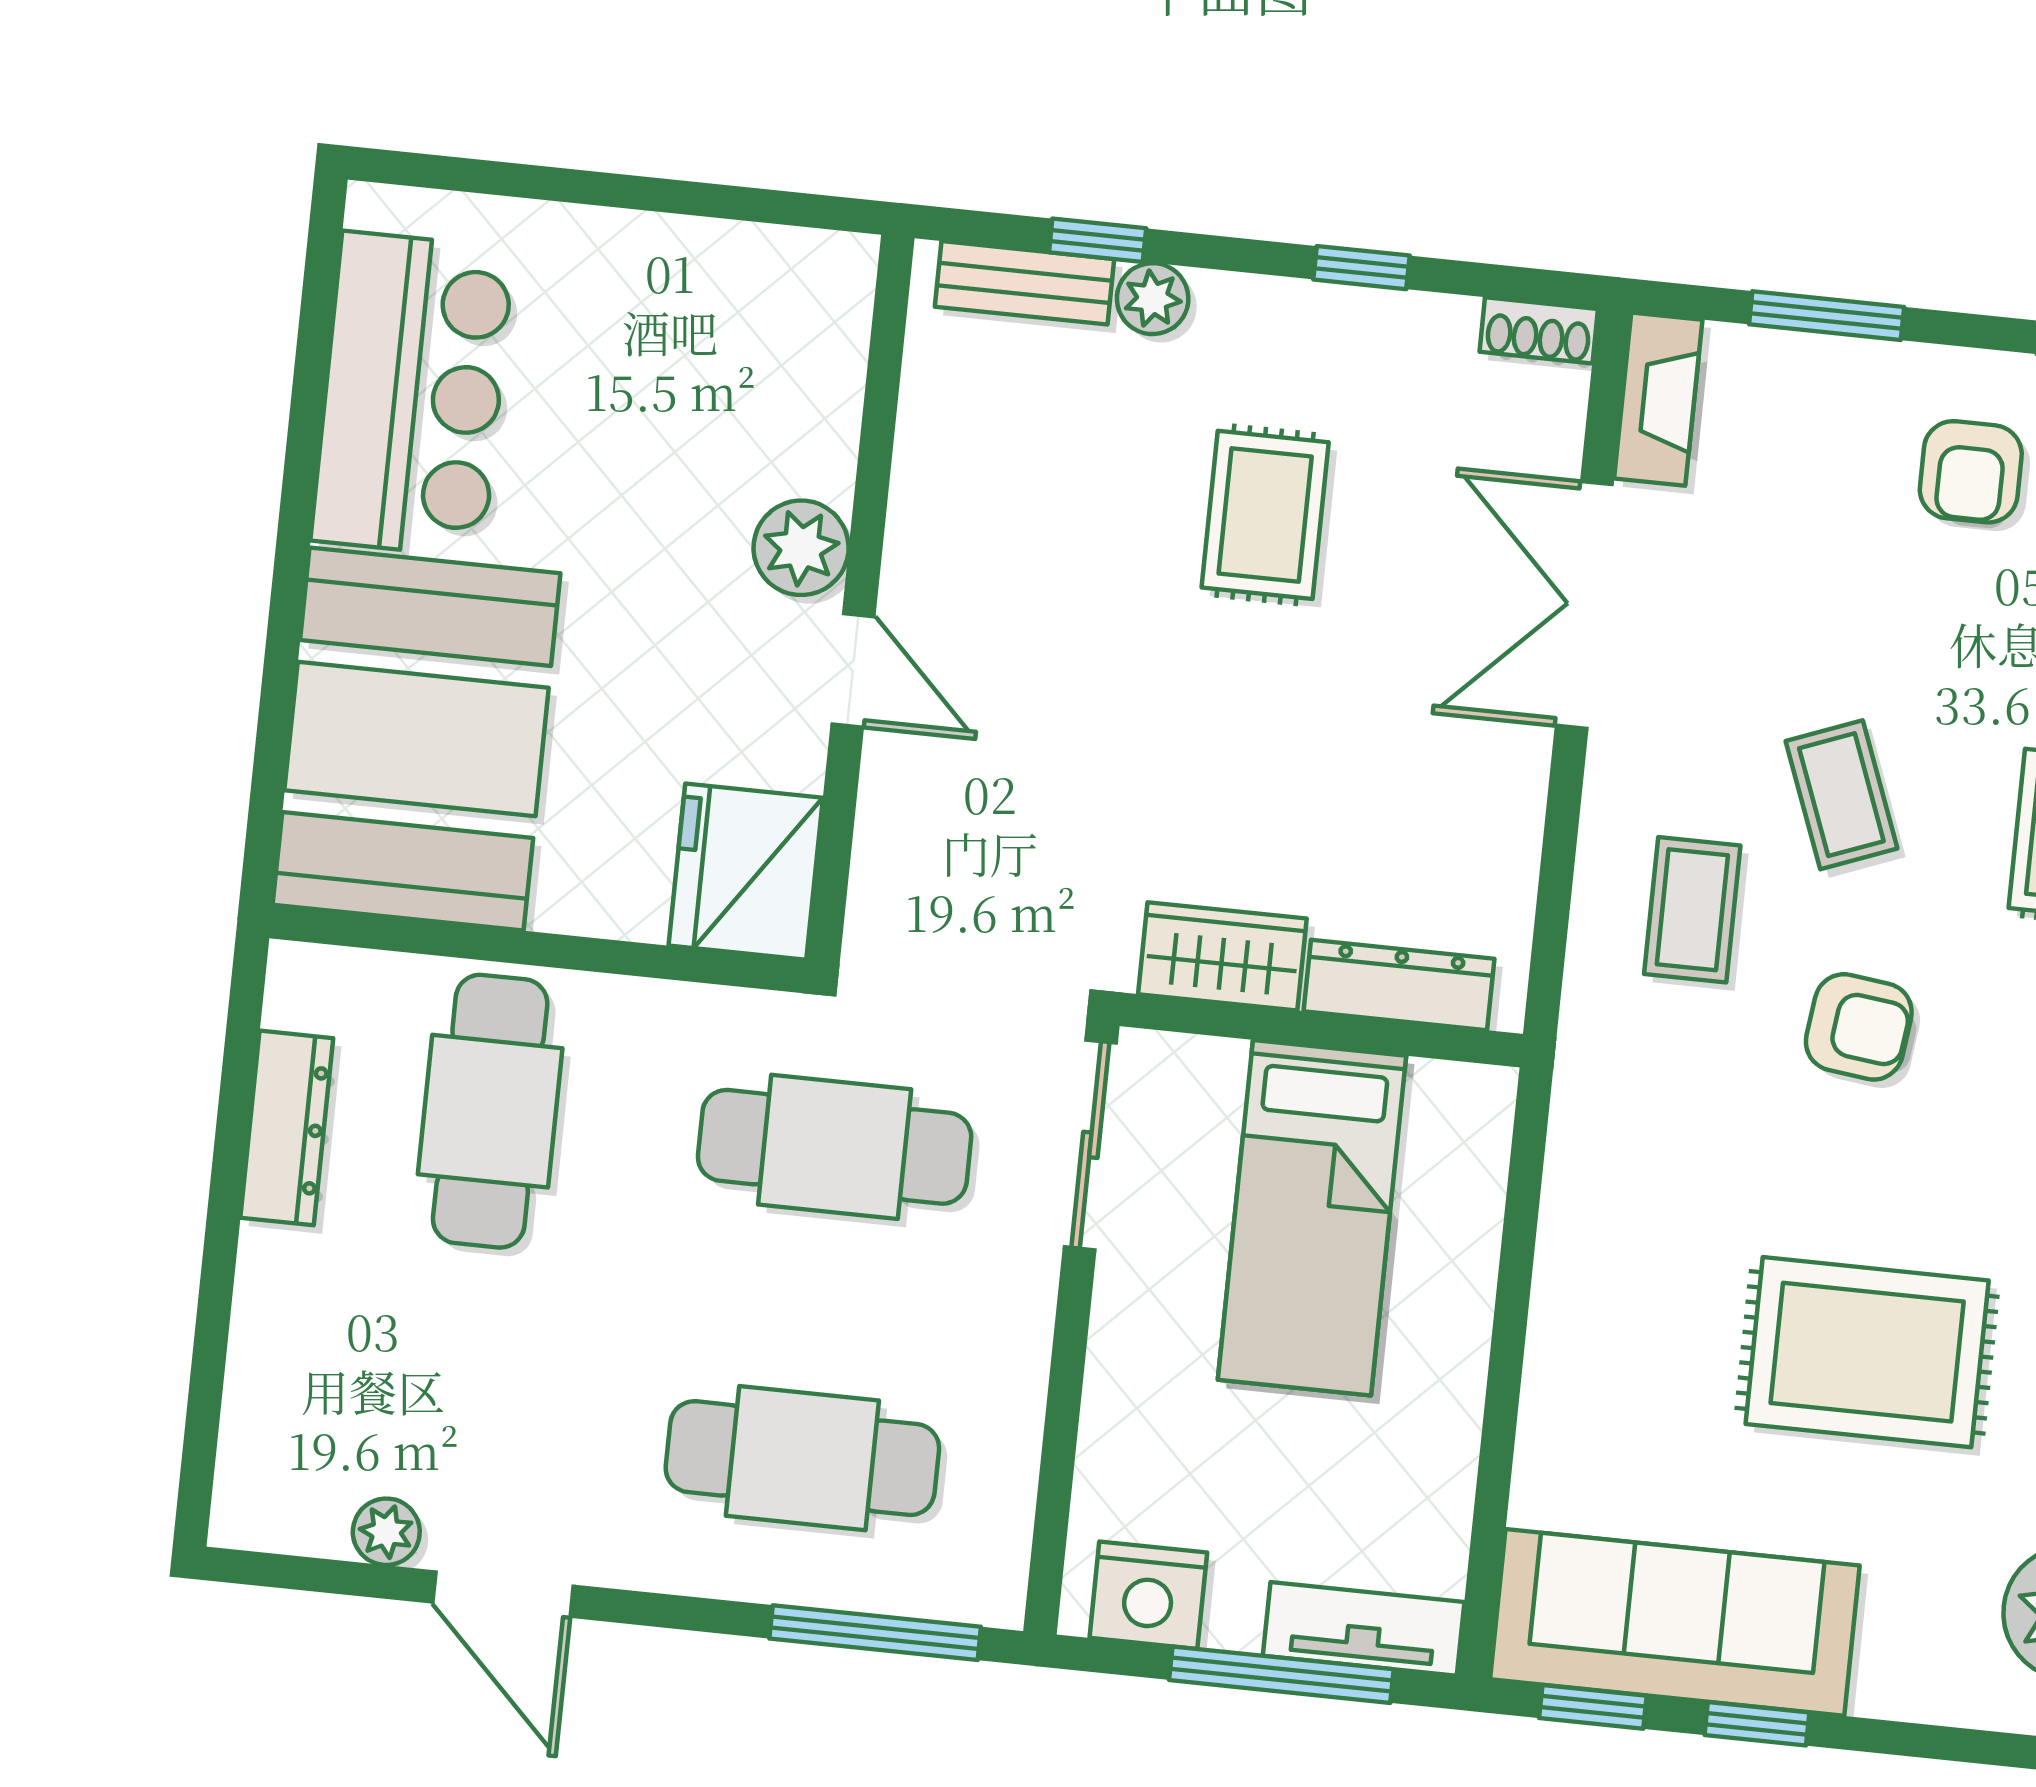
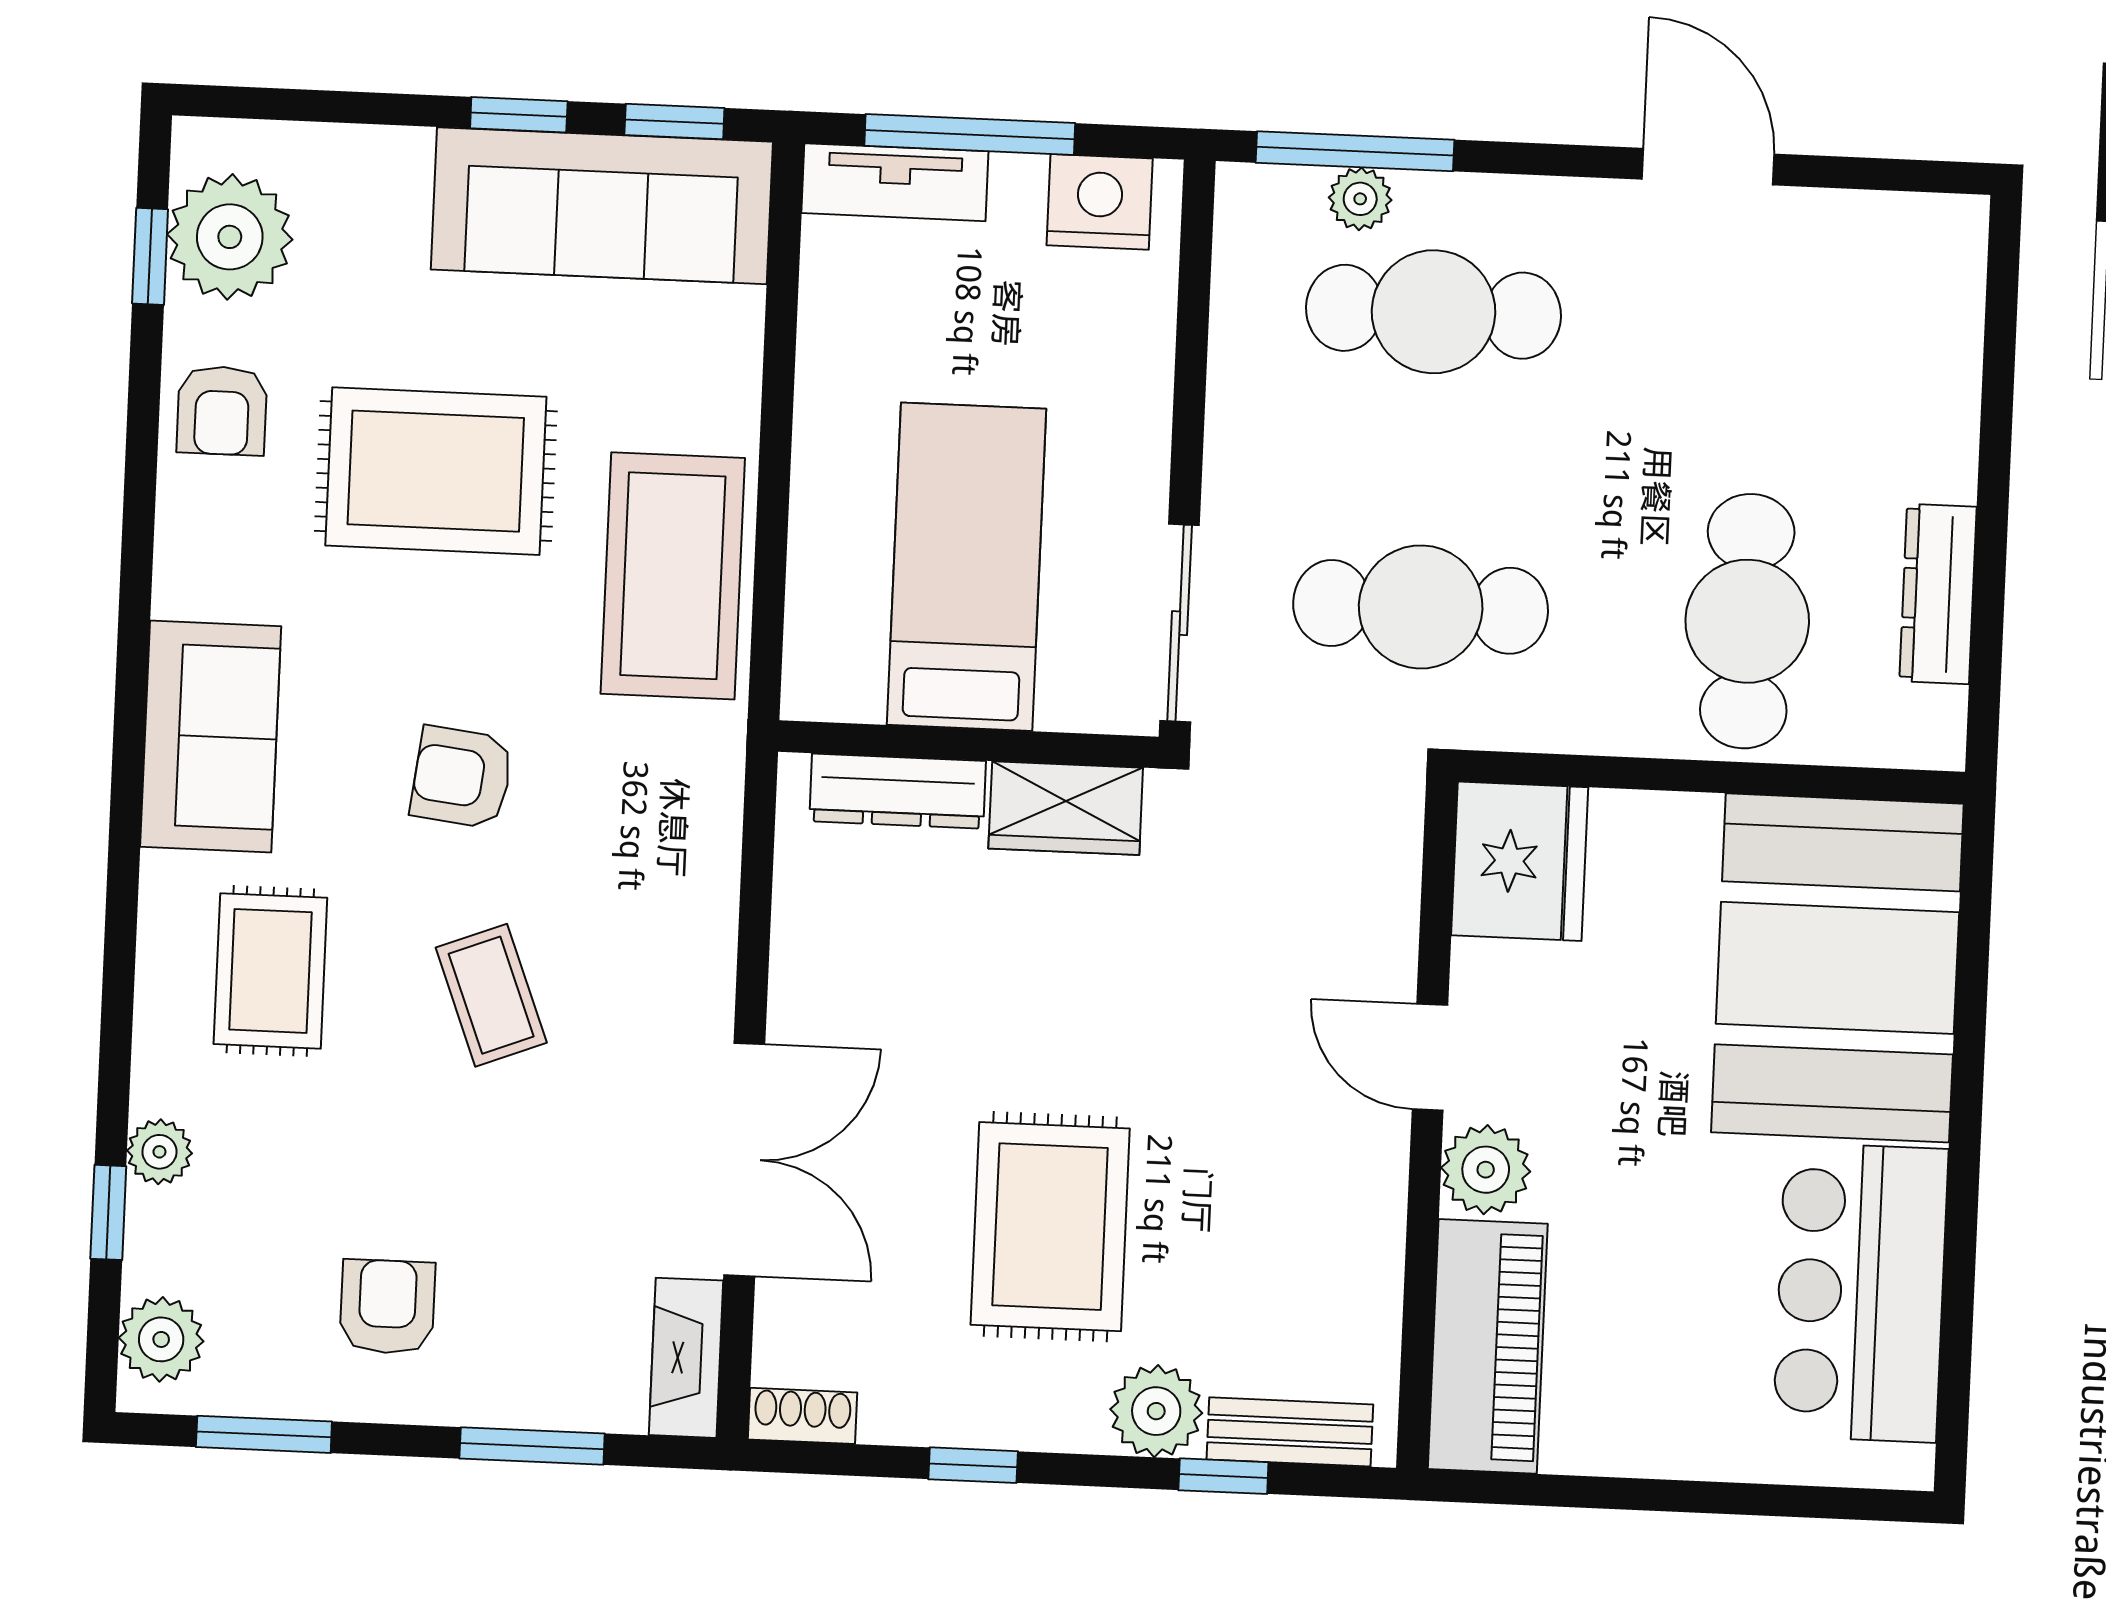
plant: (1153, 299) -> (1156, 1411), width x1.38, depth x1.38
piano: (810, 361) -> (1488, 1346), added
rug: (1265, 515) -> (1050, 1227), width x1.36, depth x1.43
coffee table: (1692, 910) -> (673, 576), moved, width x1.86, depth x1.72
plant: (386, 1532) -> (1360, 199), moved

